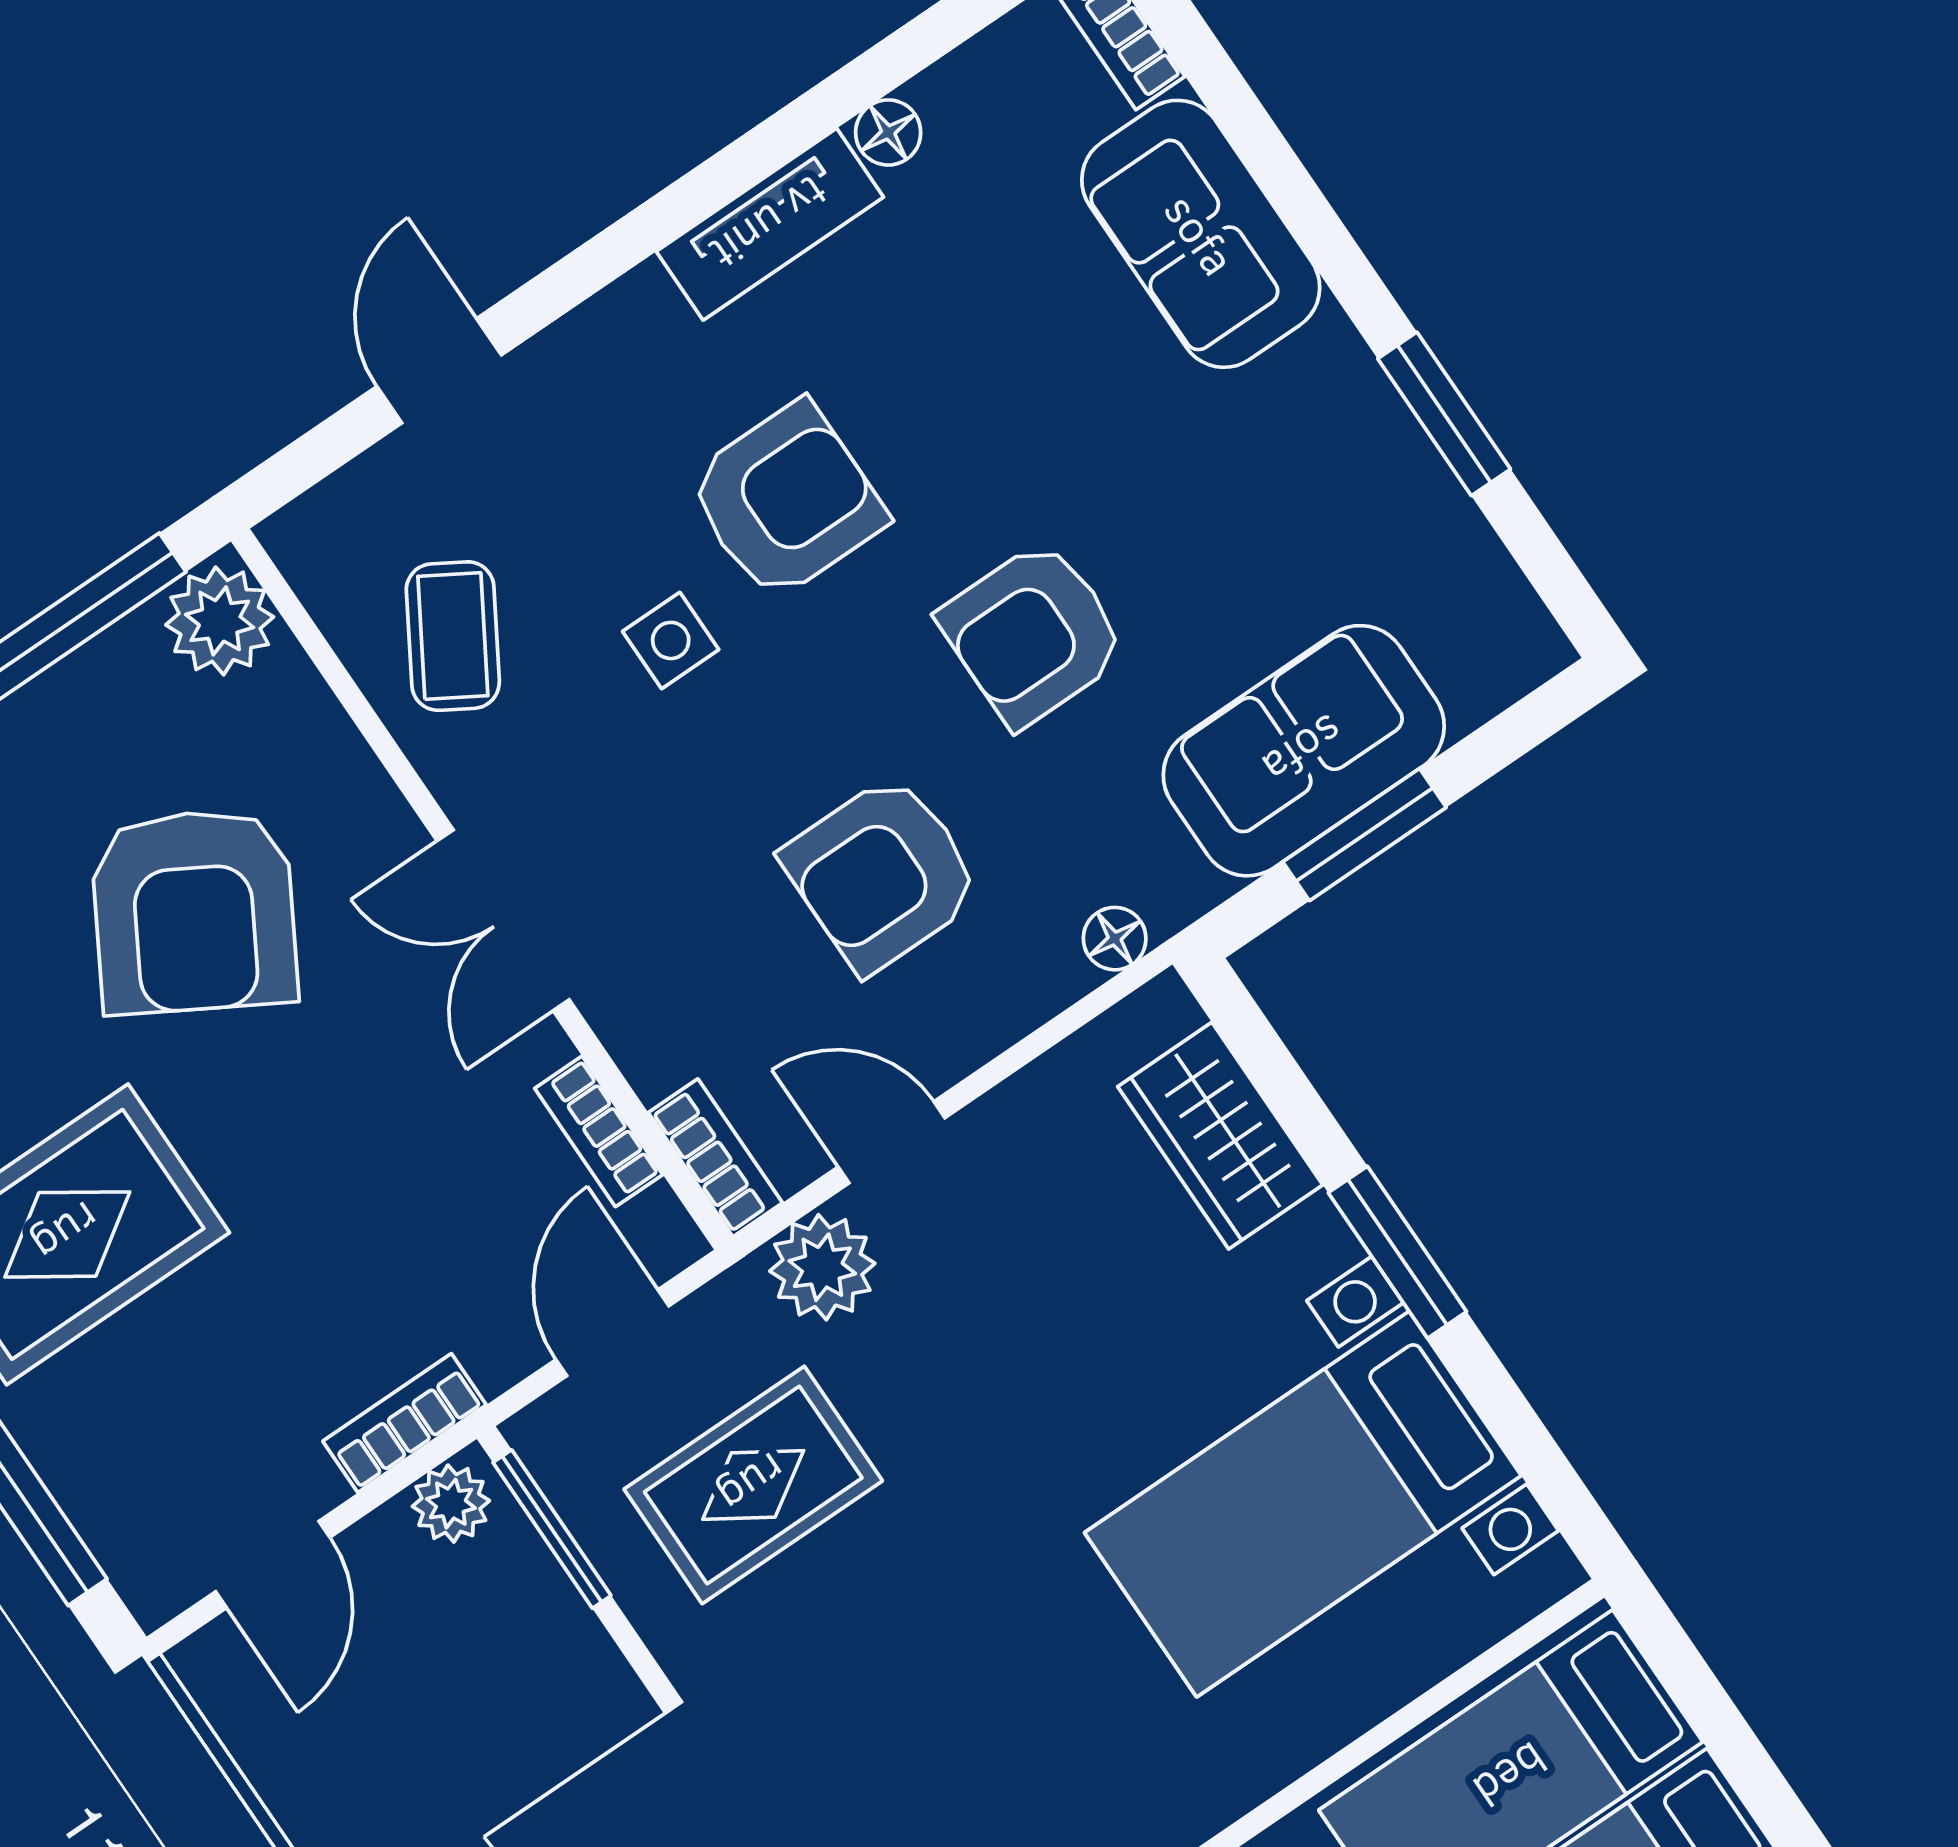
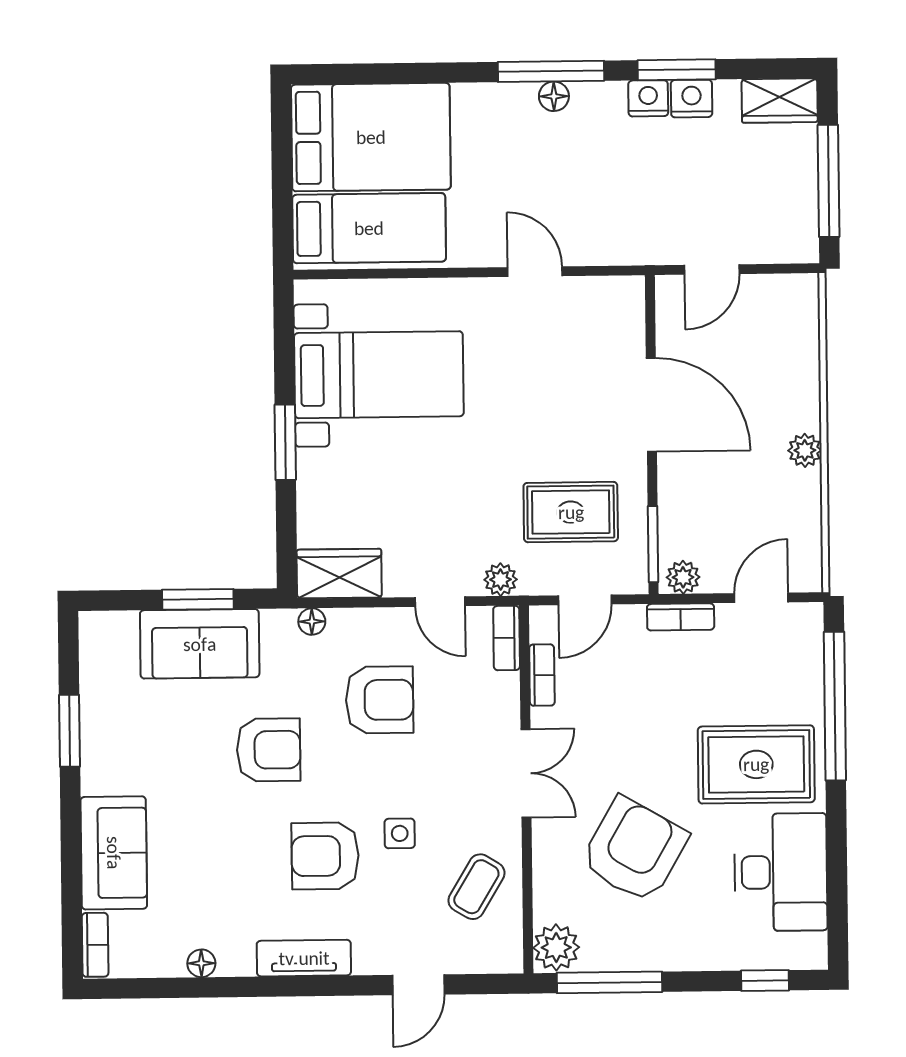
tv unit: (770, 224) -> (304, 958), moved
wardrobe: (1220, 1136) -> (339, 574), moved, turned -90
plant: (822, 1267) -> (501, 580), width x0.73, depth x0.73

